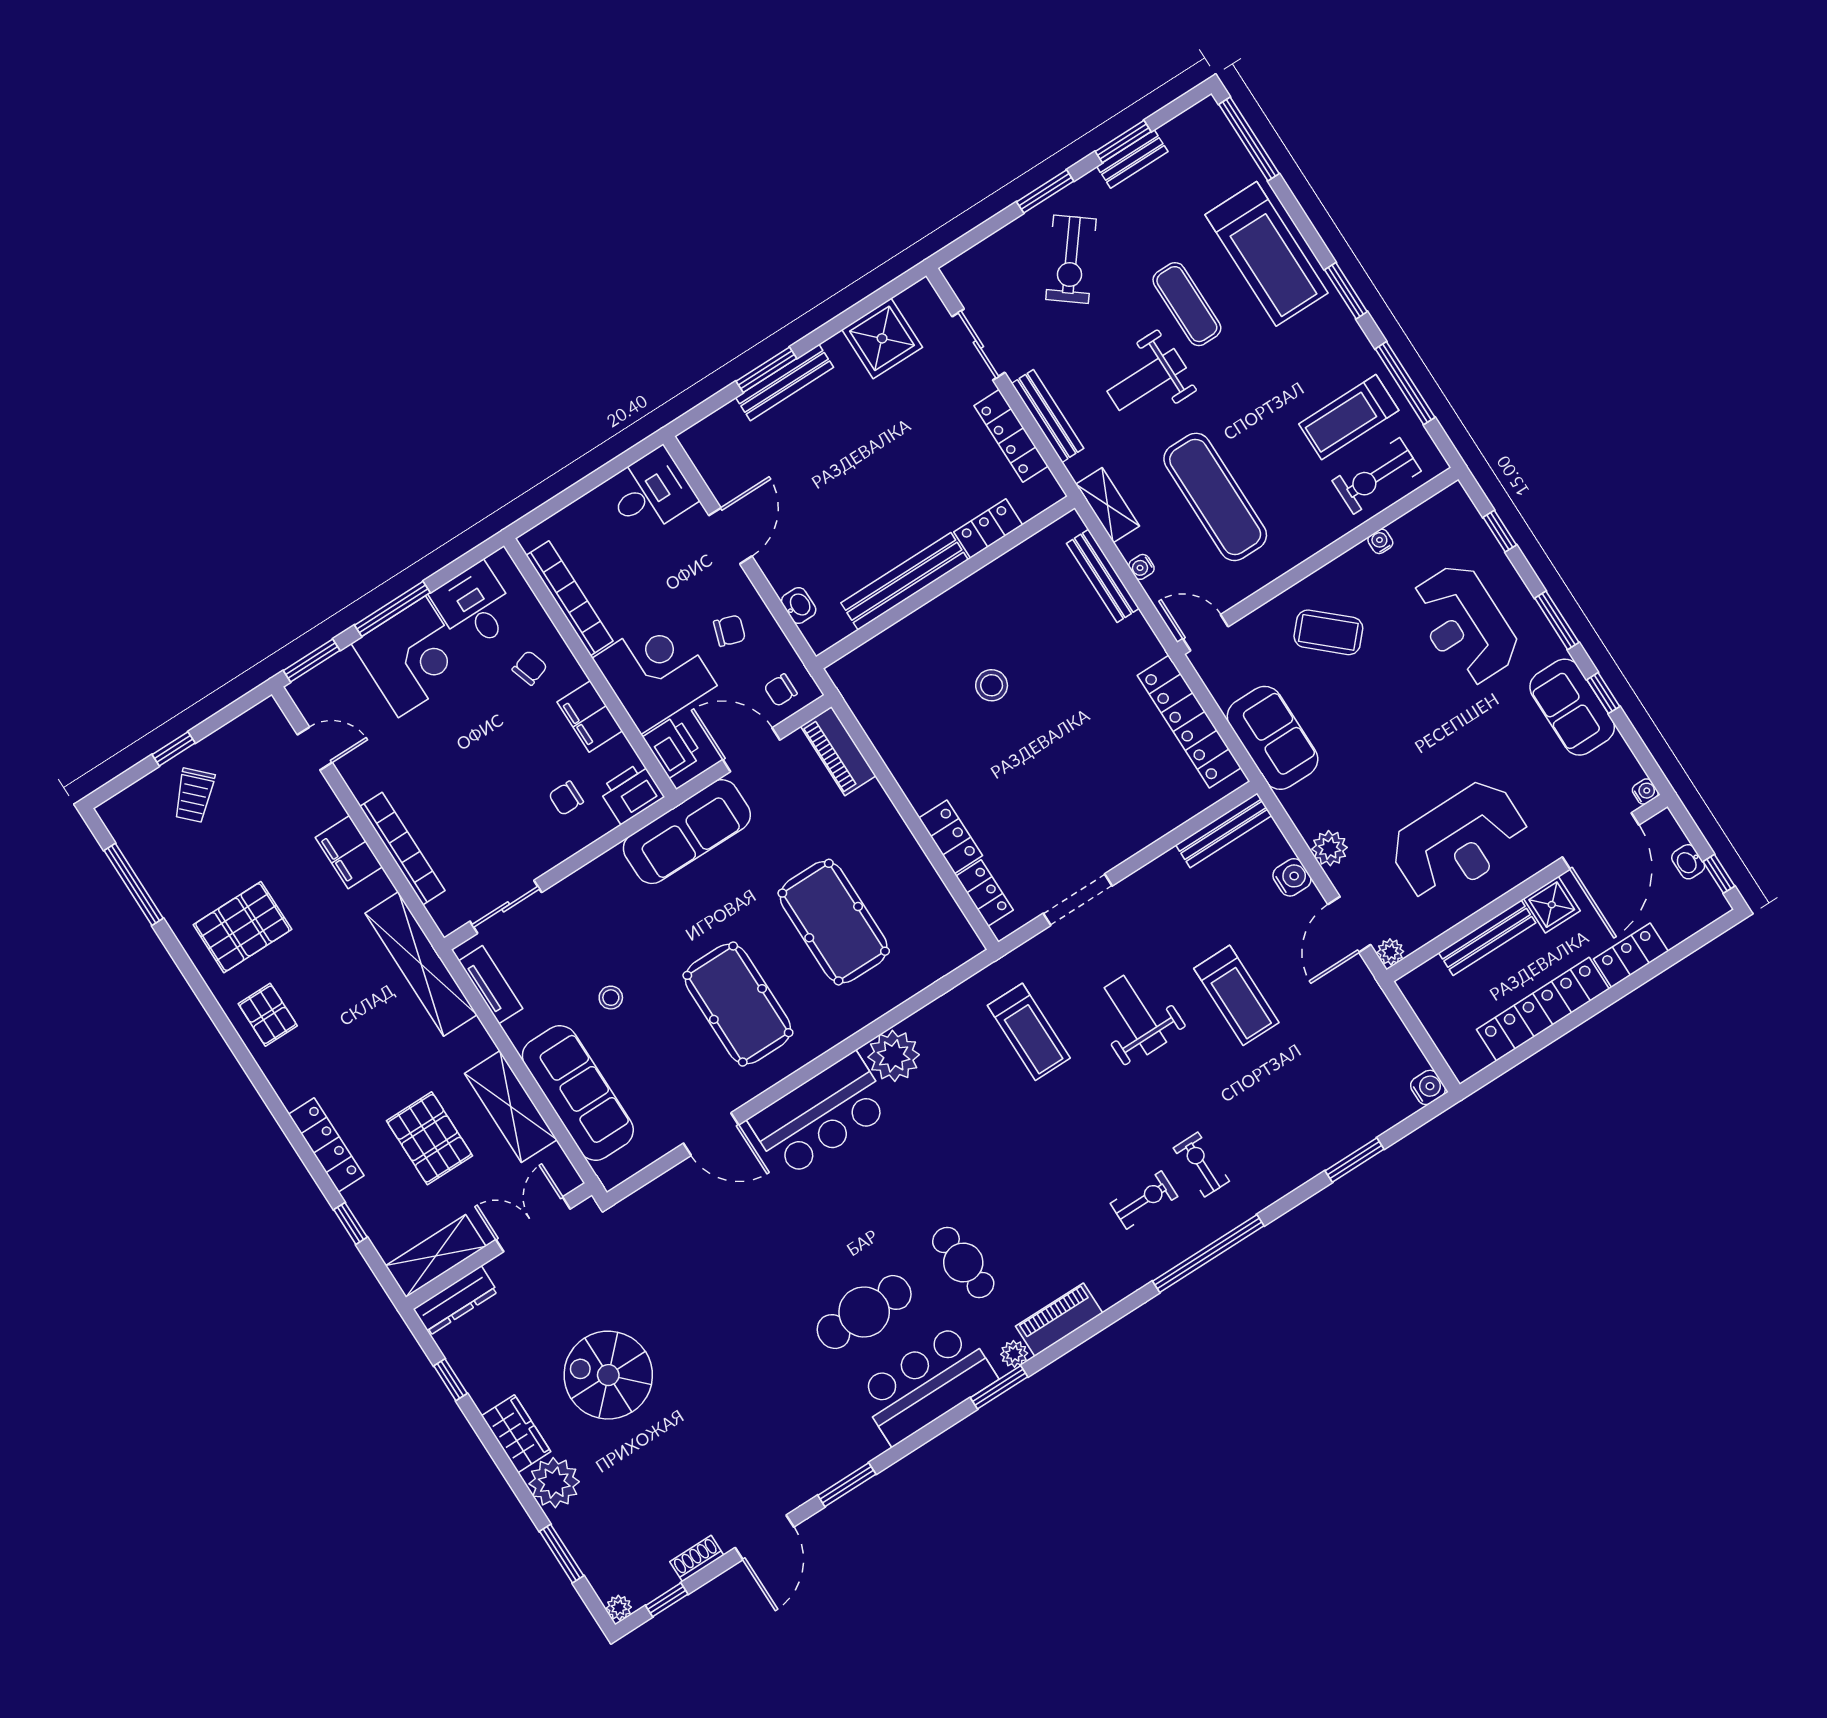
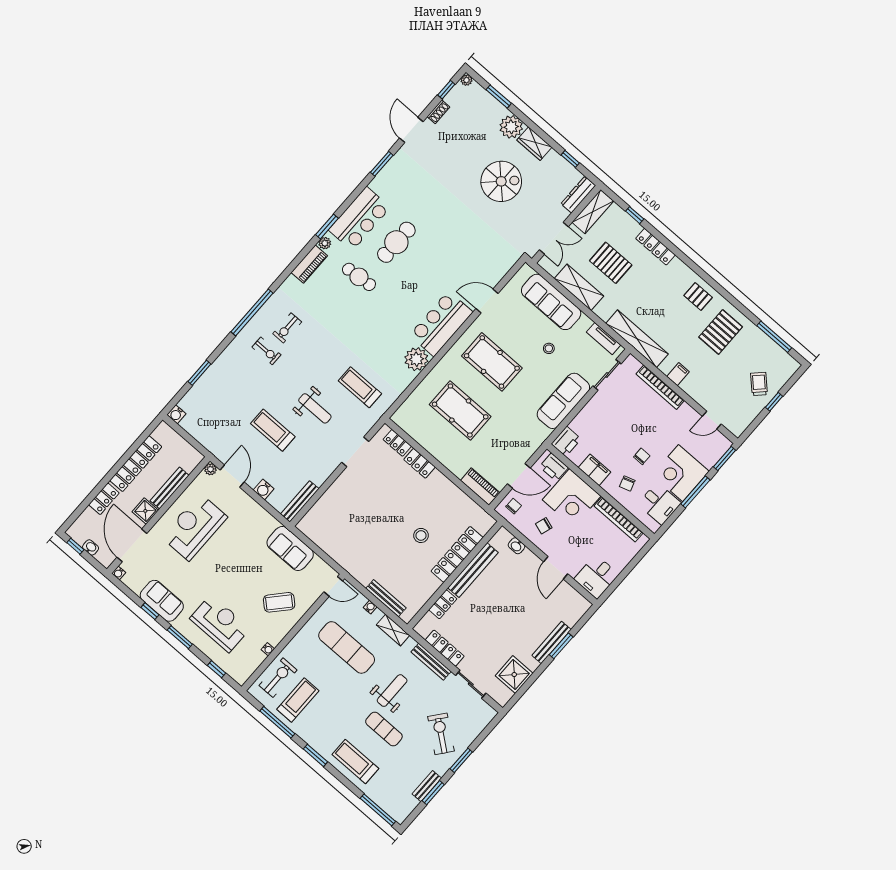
treadmill: (1266, 254) -> (355, 761), width x0.73, depth x0.73
locker: (1189, 722) -> (457, 554), moved, turned -90
chair: (566, 798) -> (642, 456), moved
sofa: (687, 832) -> (563, 401), moved
plant: (1330, 848) -> (251, 507), removed
filing cabinet: (349, 852) -> (678, 374), width x0.50

